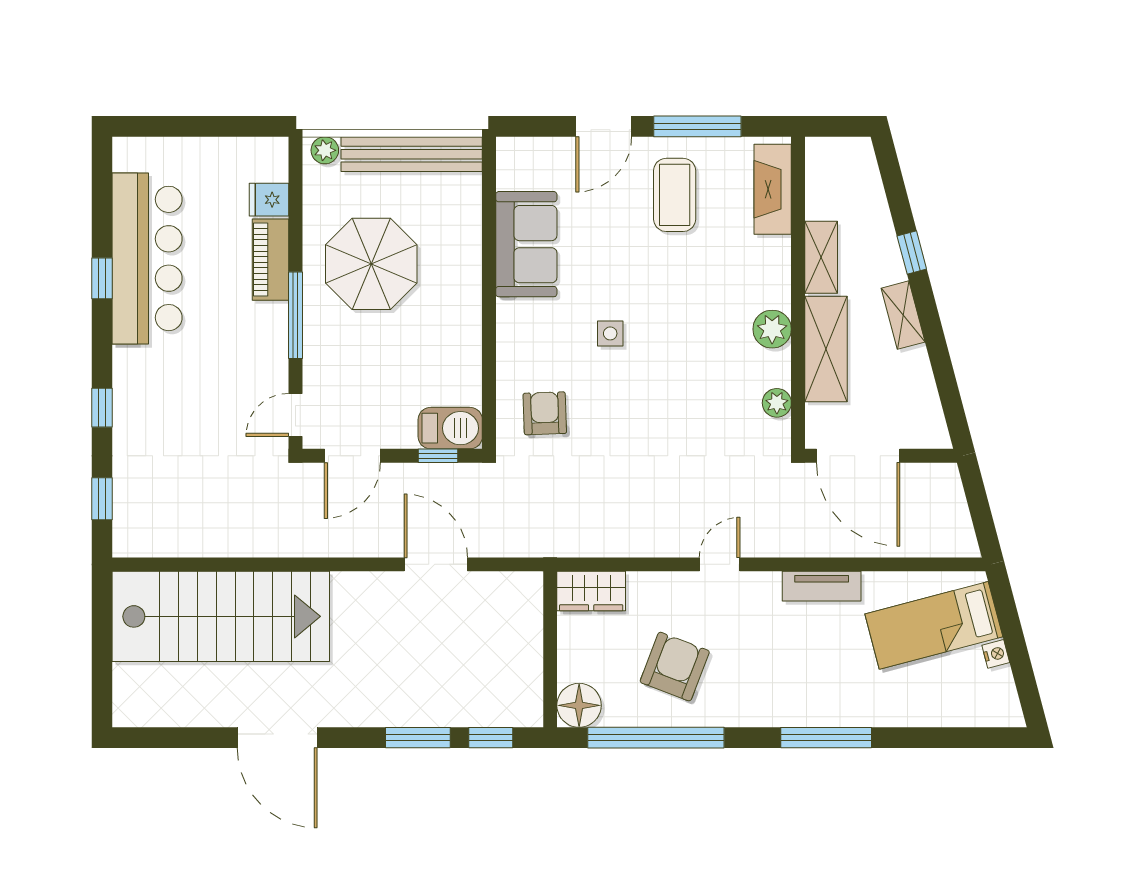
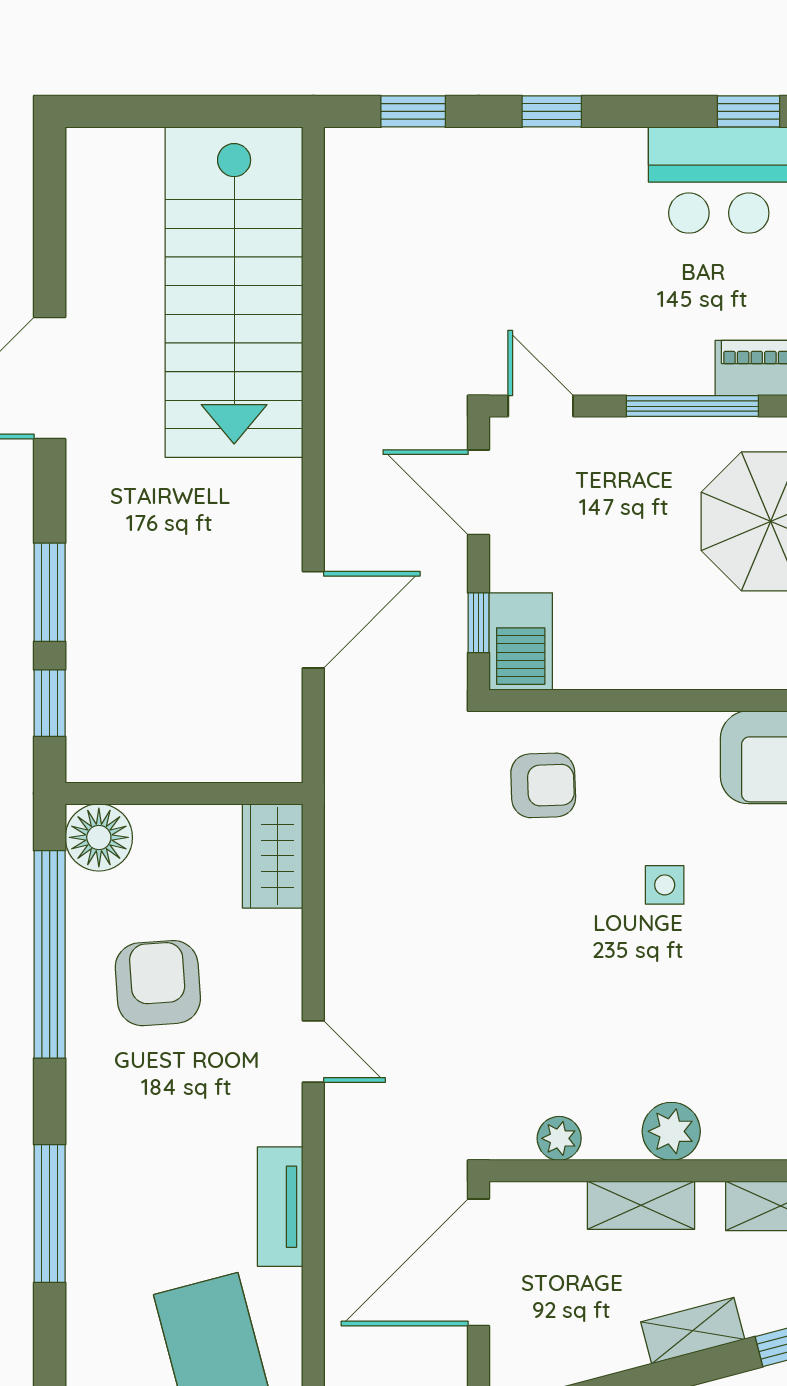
shelving: (826, 349) -> (641, 1205), width x0.67, depth x0.75
armchair: (675, 667) -> (158, 983), turned -115

